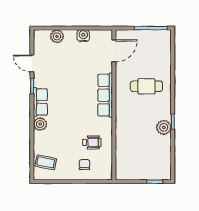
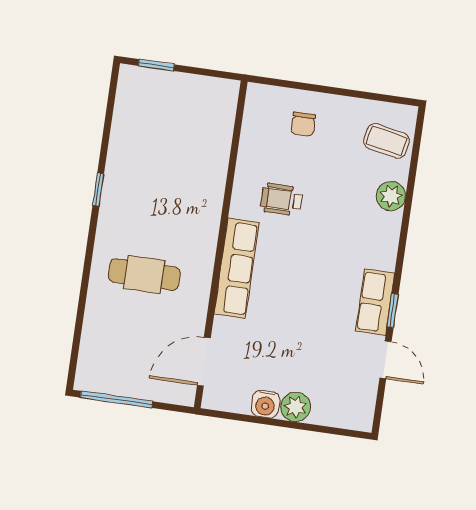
plant: (57, 36) -> (296, 407), moved
row of seats: (40, 102) -> (375, 302), moved
plant: (40, 124) -> (391, 196), moved
plant: (164, 127) -> (120, 180), removed
wheelchair: (92, 142) -> (282, 199), moved

